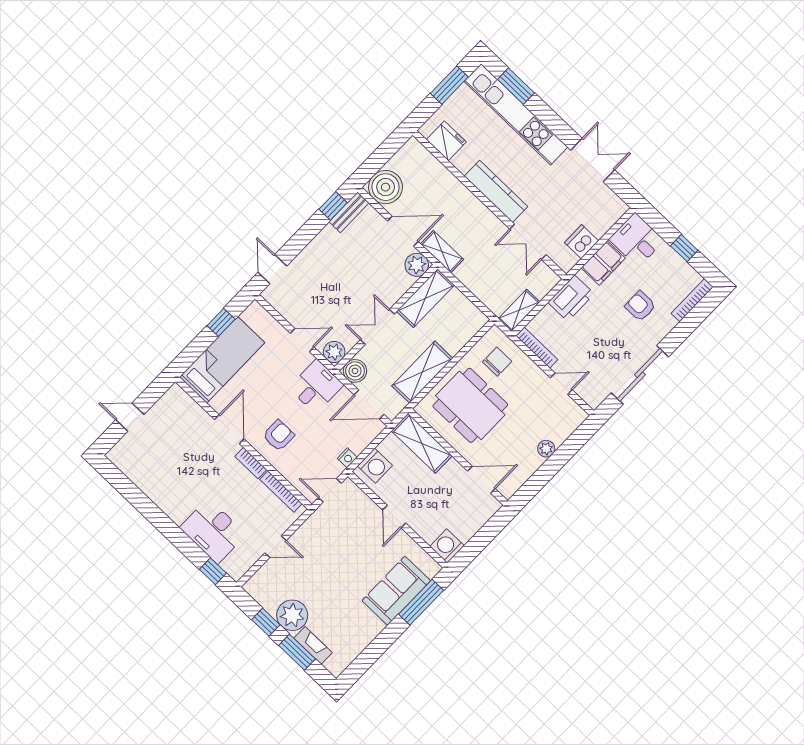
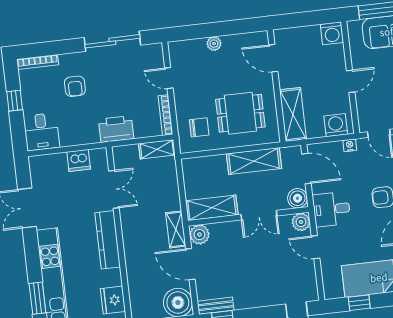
filing cabinet: (603, 263) -> (76, 135), removed
chair: (497, 362) -> (199, 127), turned 180
dining table: (470, 405) -> (240, 113), width x0.73

